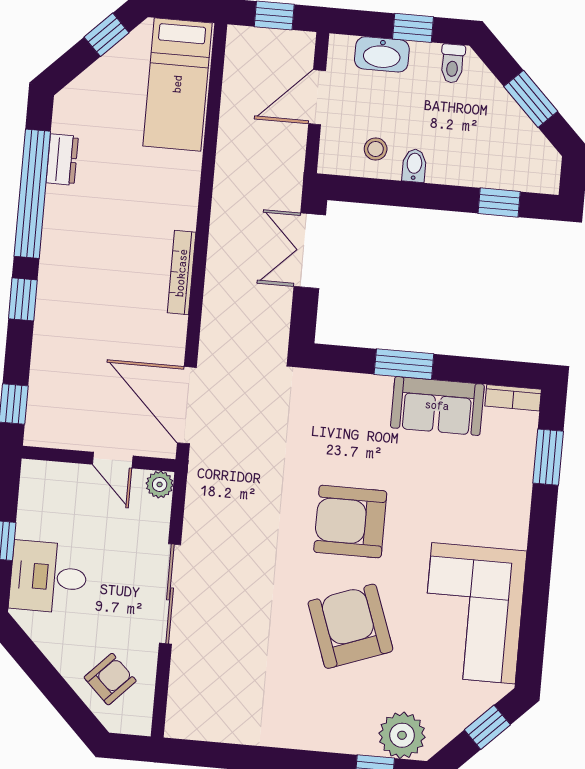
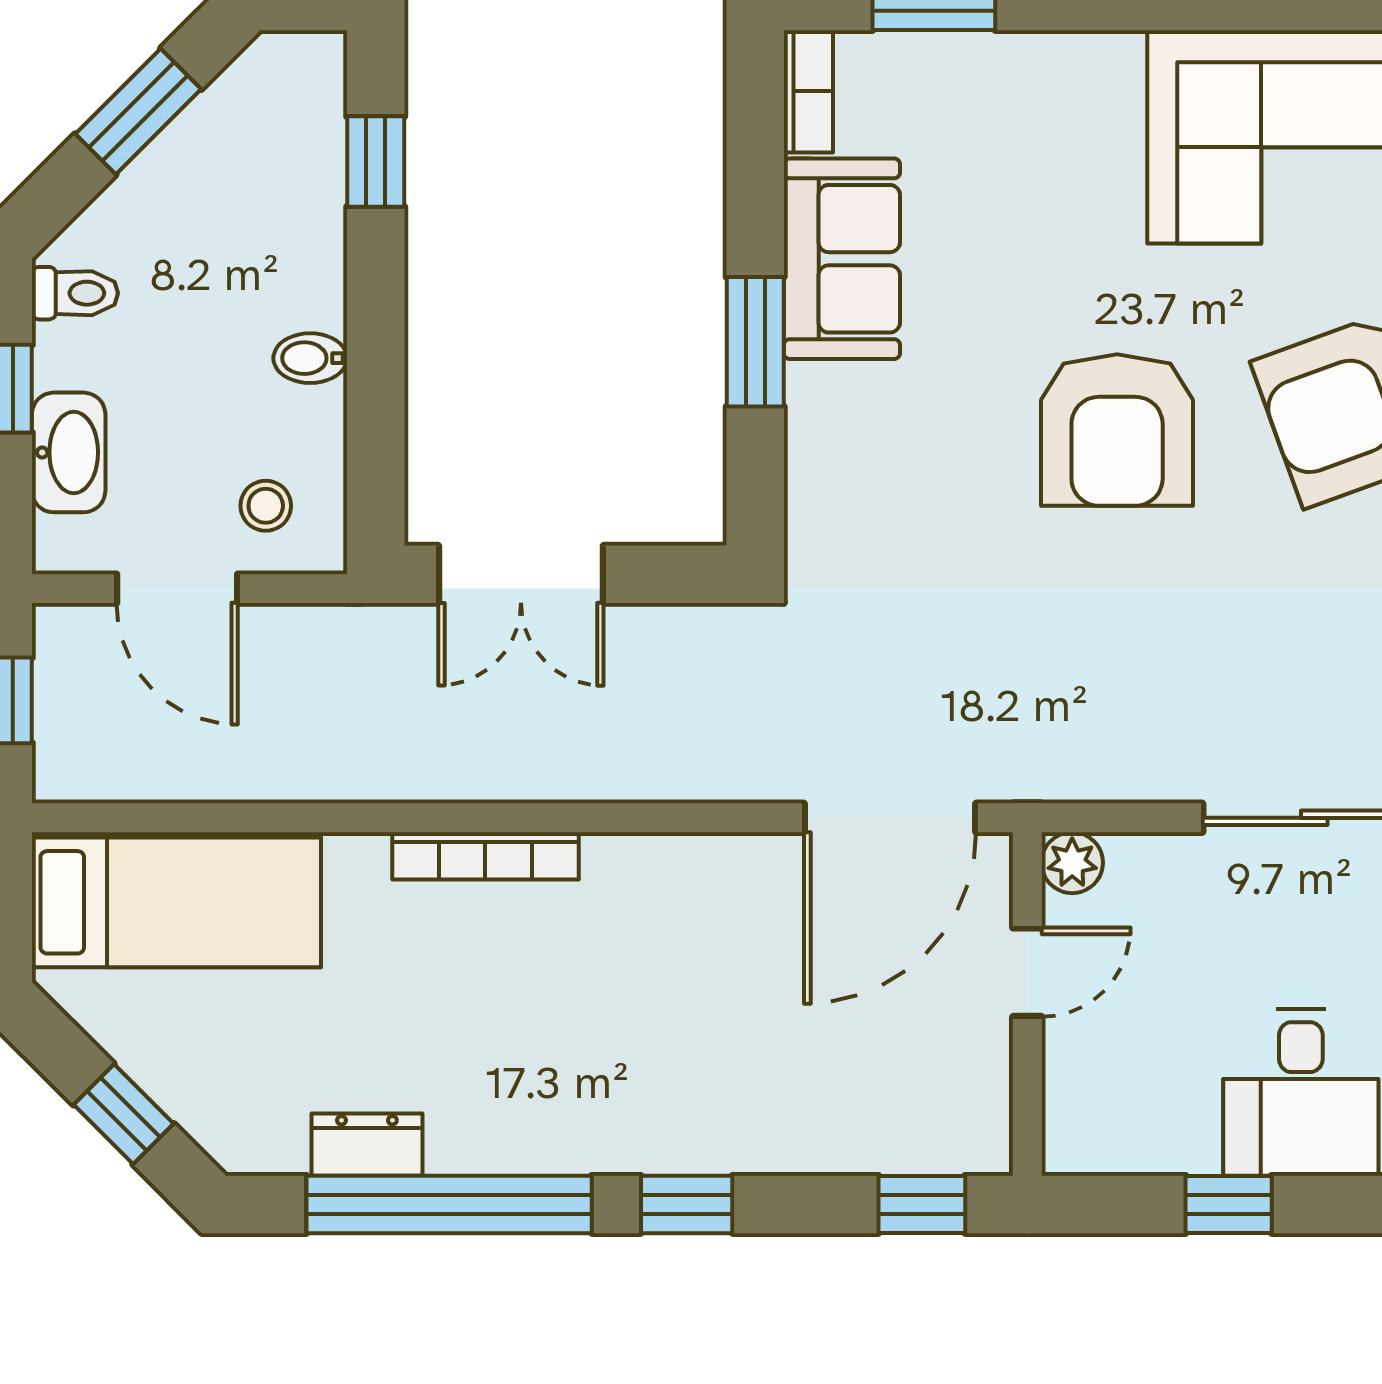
window: (107, 35) -> (124, 1114), moved
stool: (376, 149) -> (266, 506), moved
bookcase: (182, 273) -> (485, 856), moved

